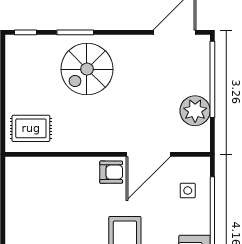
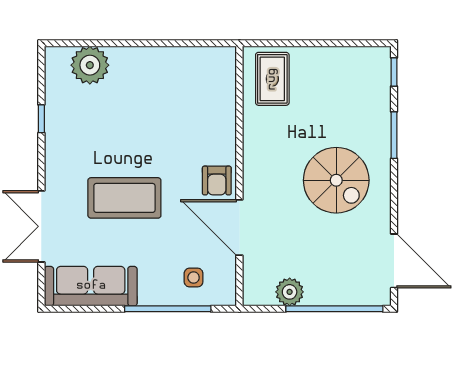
spiral stairs: (87, 69) -> (336, 180), moved, turned 180
plant: (195, 111) -> (290, 292), width x0.73, depth x0.73

